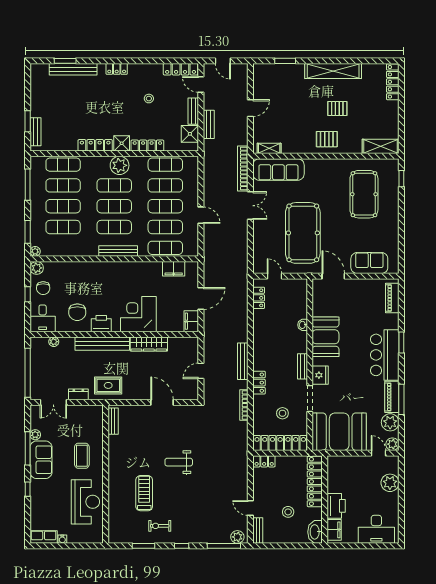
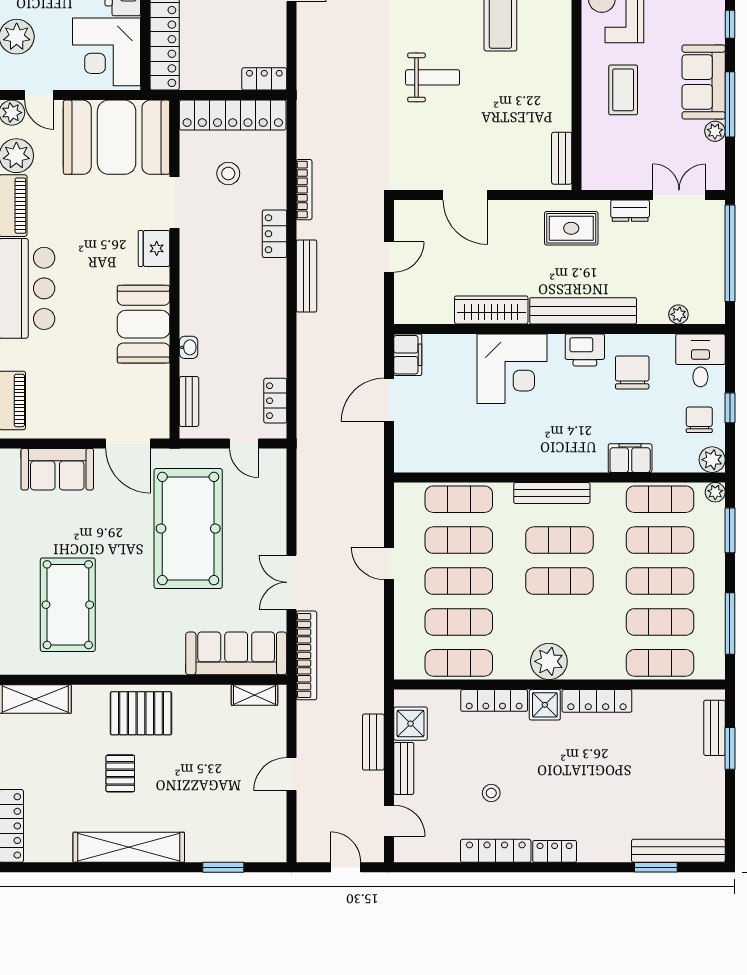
bench: (73, 69) -> (678, 851), moved
locker: (181, 69) -> (496, 851), moved
pallet: (337, 108) -> (120, 773), turned 90
pallet: (327, 139) -> (141, 713), width x1.50, depth x1.42
exercise mat: (114, 185) -> (660, 499), moved
filing cabinet: (174, 269) -> (630, 458), moved
bench: (302, 366) -> (189, 402), moved
corner desk: (344, 475) -> (107, 52), added

